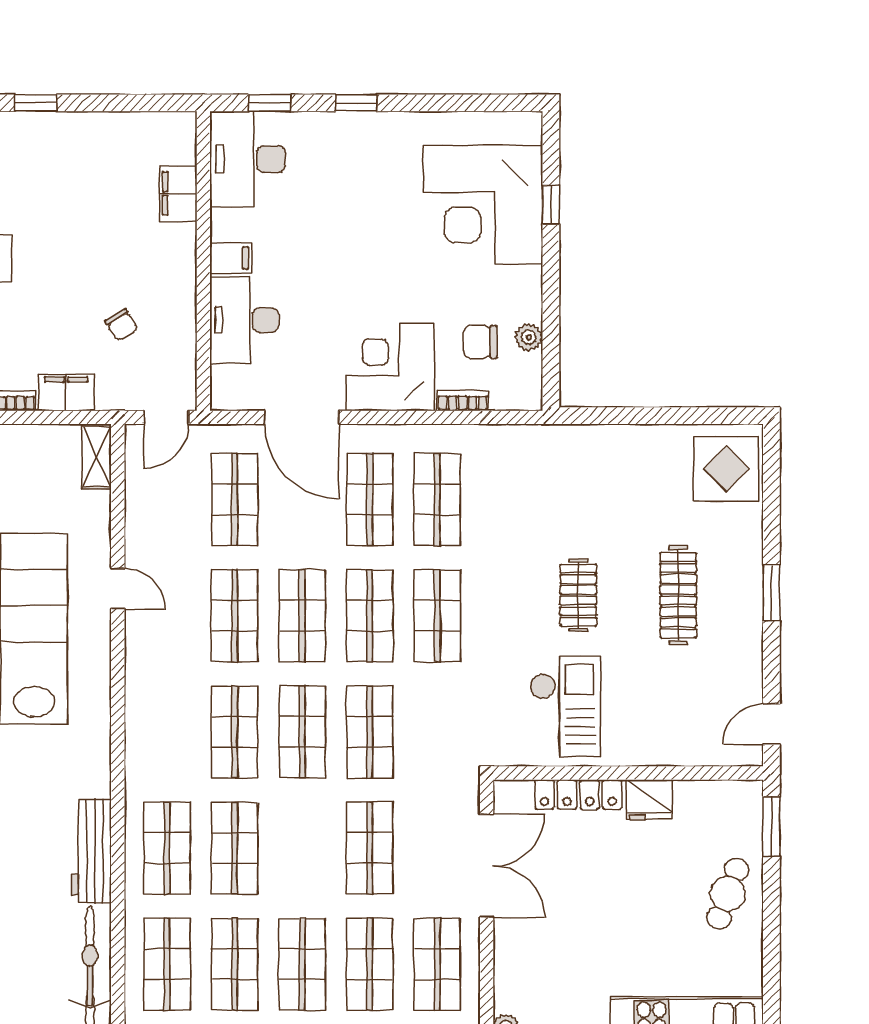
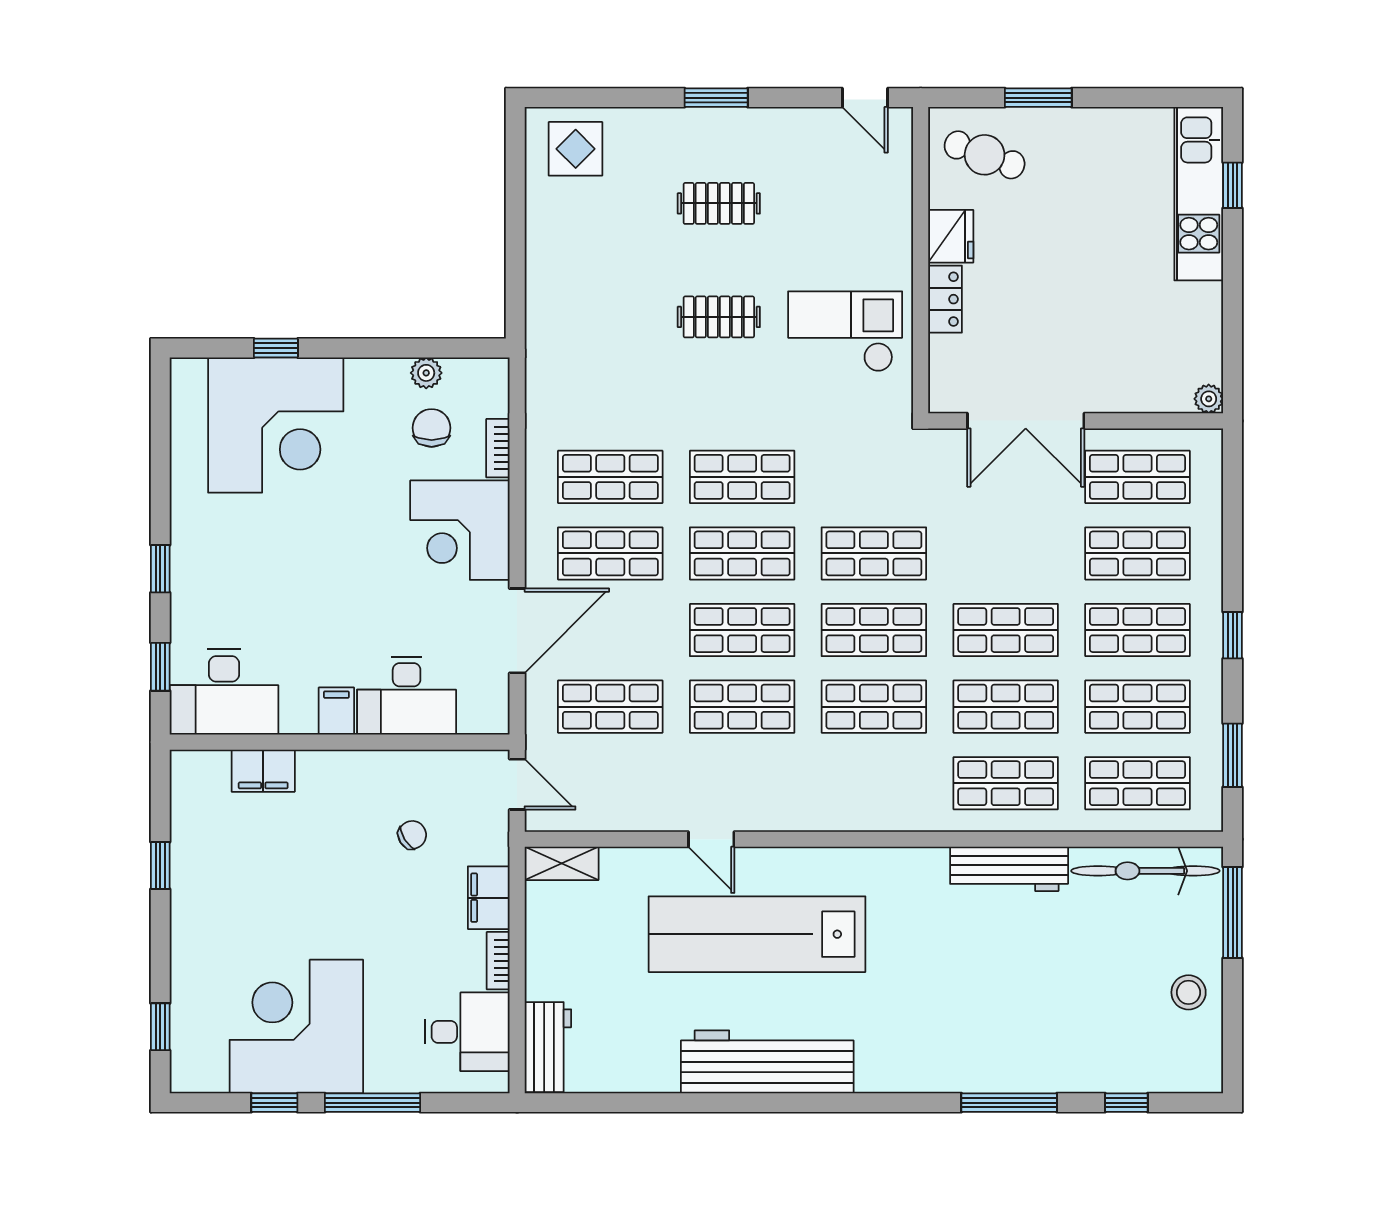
window: (36, 103) -> (160, 866), moved
chair: (480, 342) -> (432, 428), turned 180
display table: (726, 469) -> (576, 149), width x0.73, depth x0.73
door: (118, 589) -> (711, 839), swing flipped
clothes rail: (678, 595) -> (719, 203), width x0.73
locker: (578, 795) -> (945, 299), width x0.66
window: (771, 826) -> (1038, 98), moved
shop shelf: (370, 848) -> (1006, 630), moved
double door: (487, 866) -> (1026, 421), swing flipped
cafe table: (728, 894) -> (985, 155), moved

